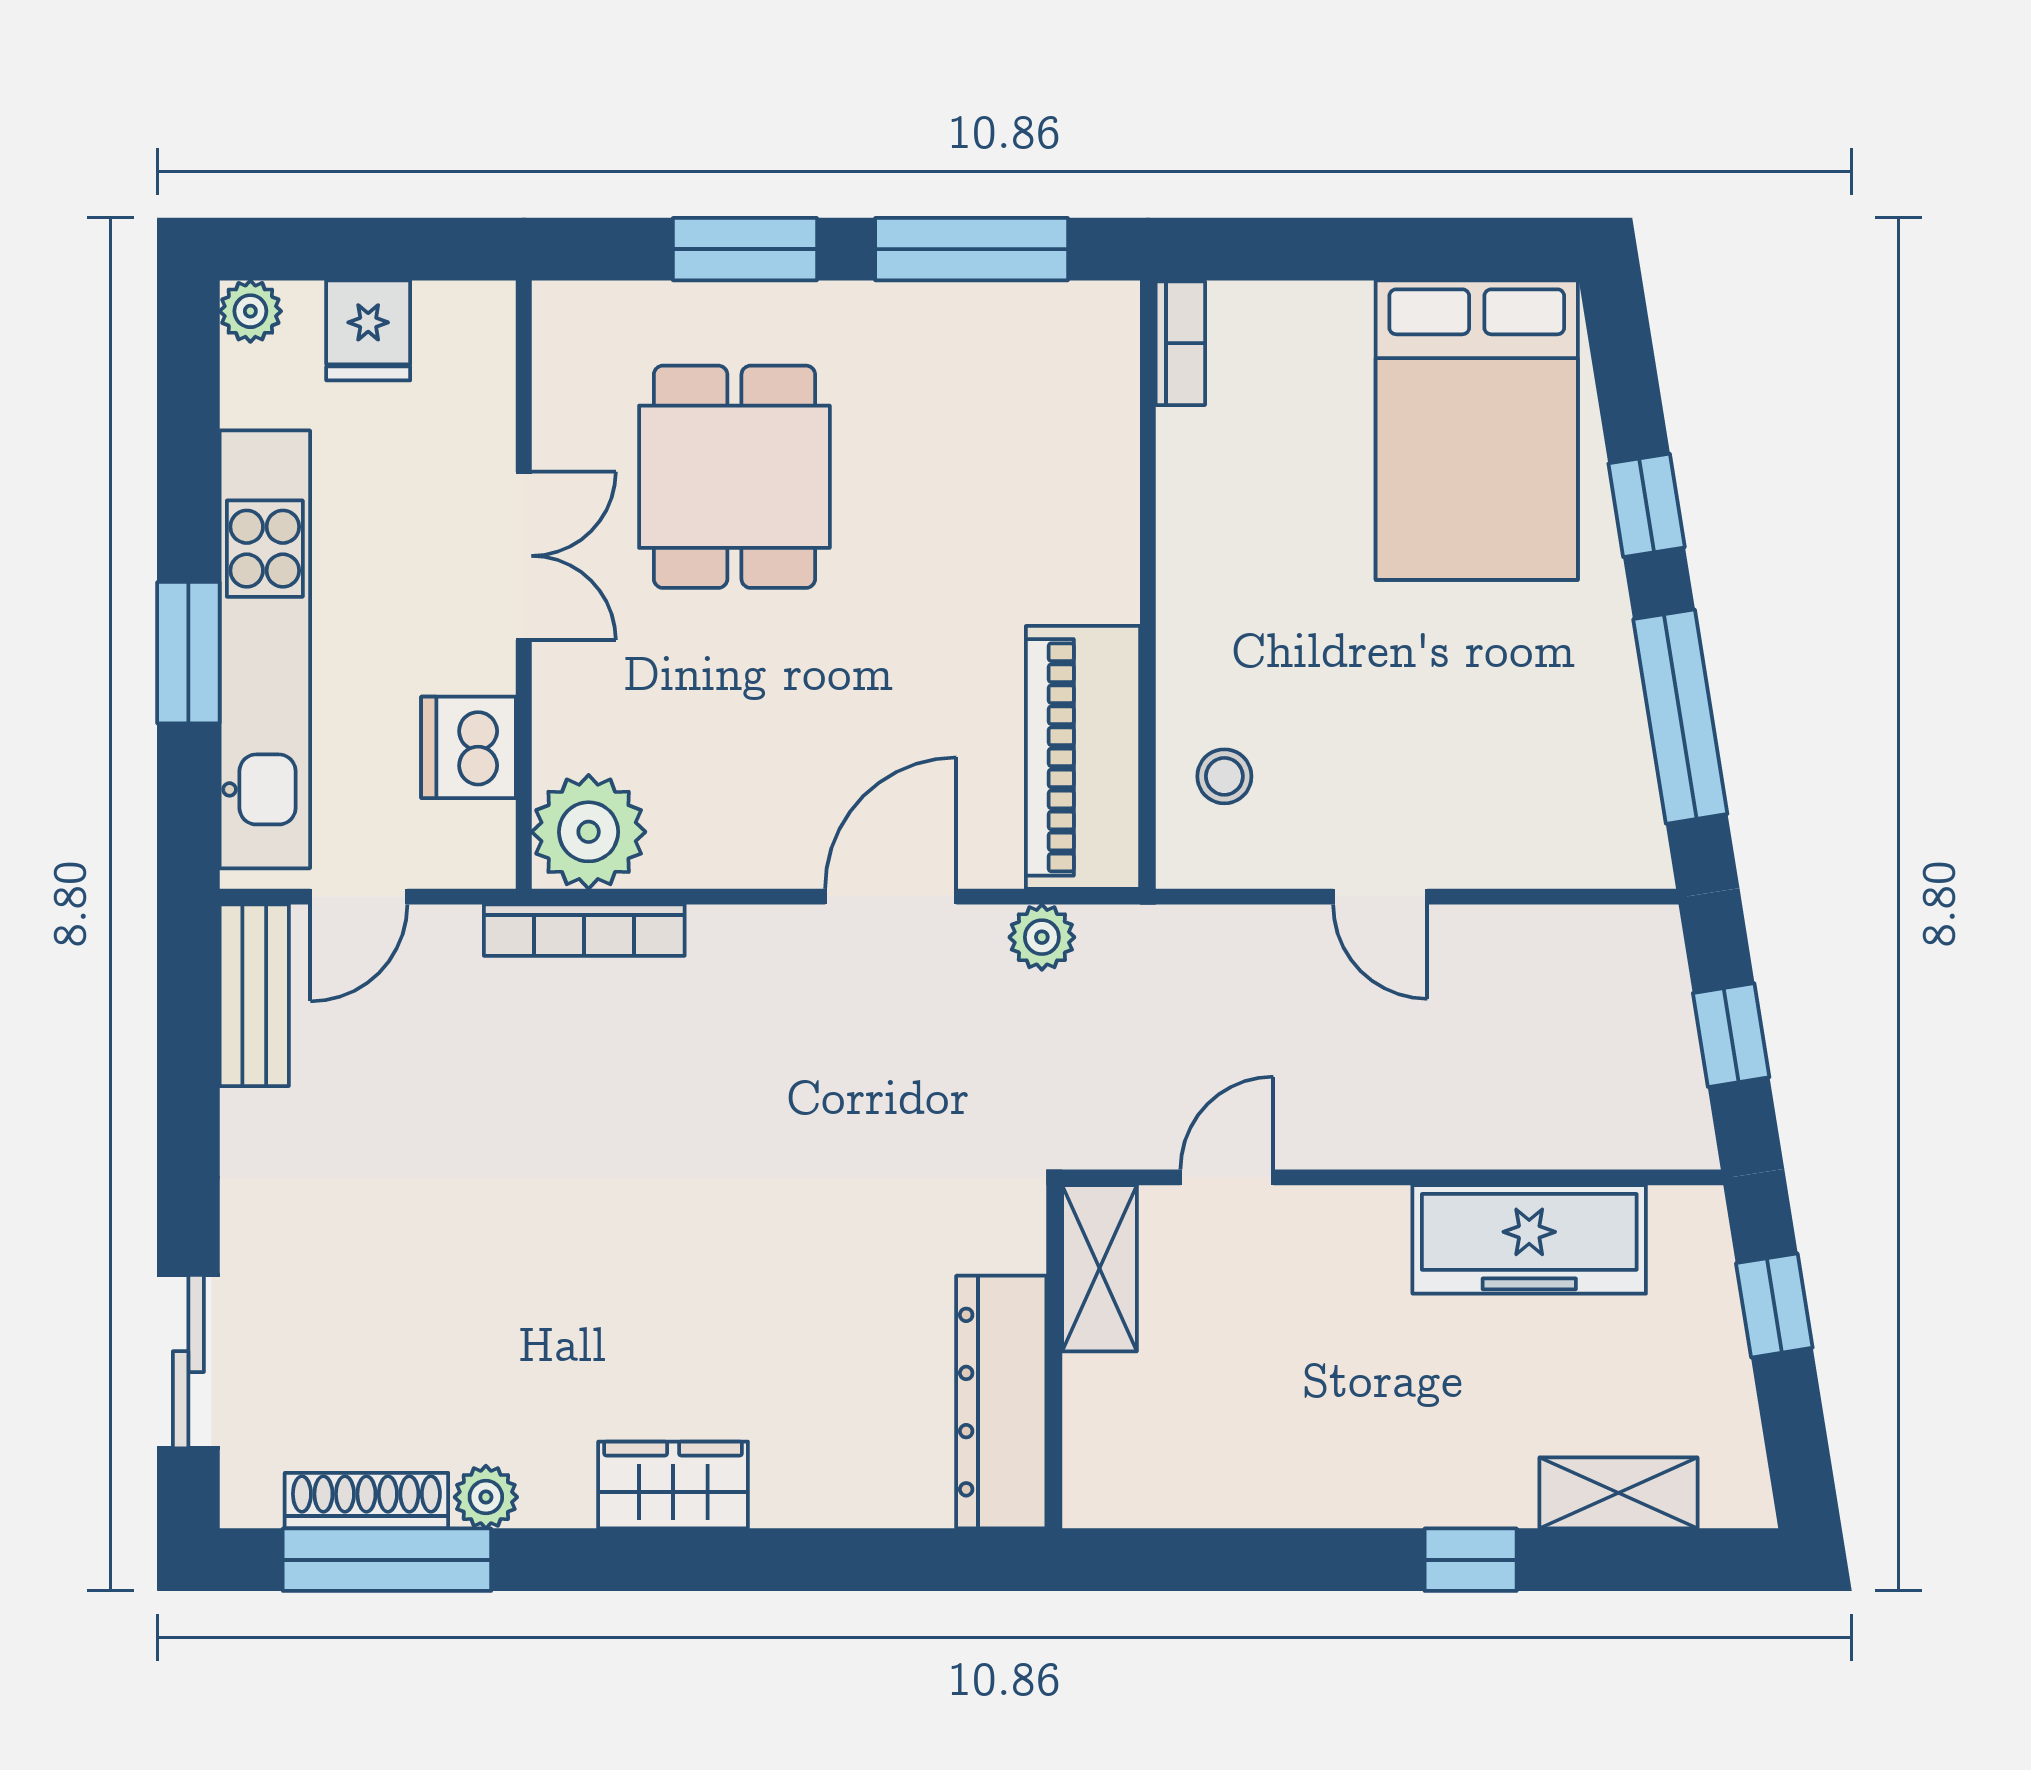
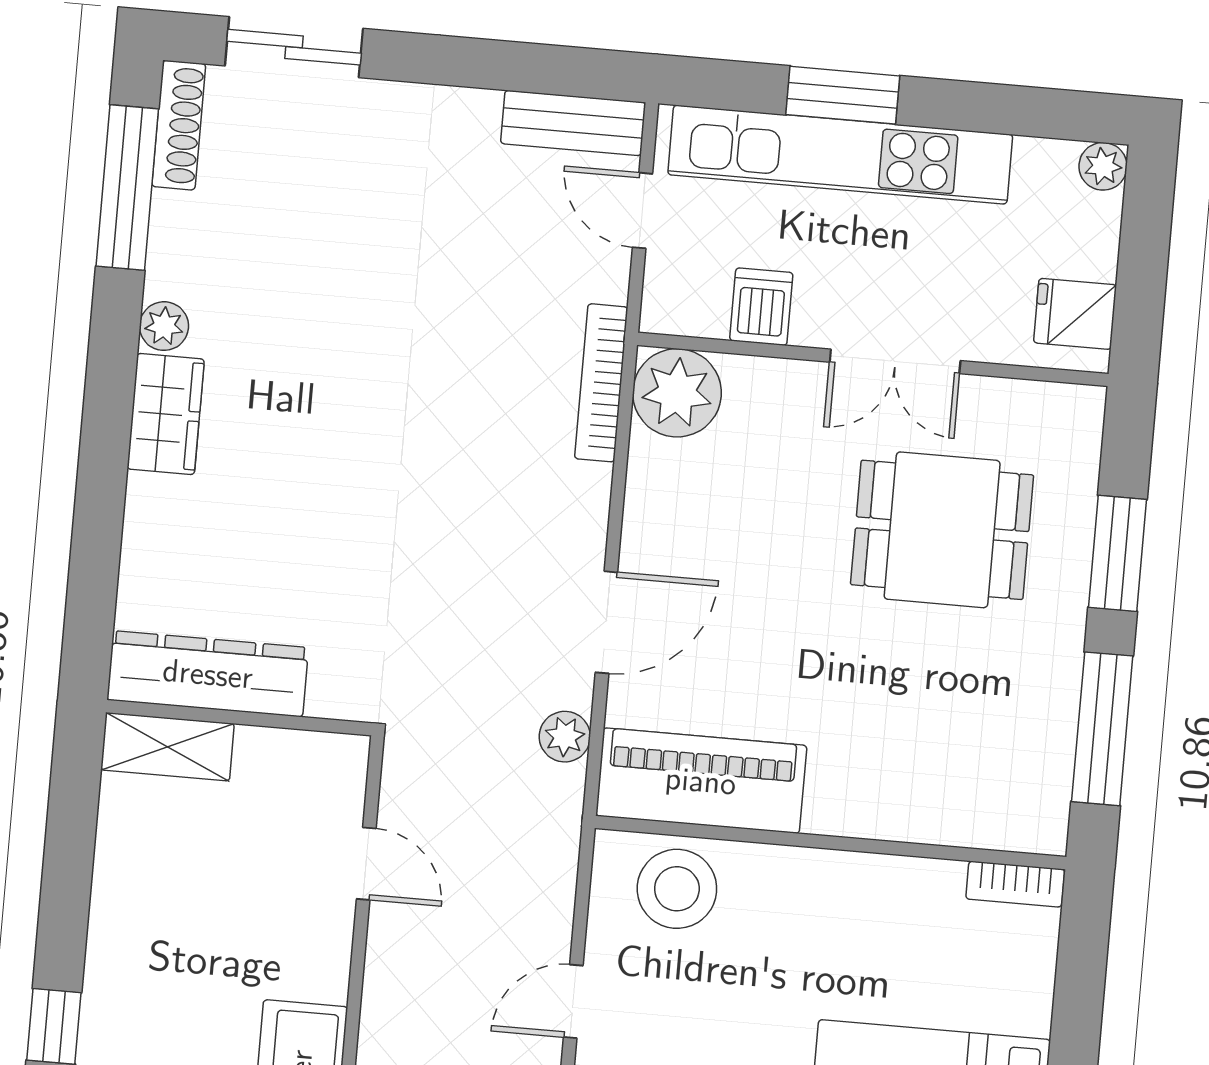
fridge: (368, 330) -> (1075, 314), moved
dishwasher: (469, 747) -> (761, 307), width x0.73
stool: (1224, 776) -> (677, 889), width x1.89, depth x1.89
door: (891, 897) -> (606, 622), hinge flipped
shelving: (1099, 1268) -> (167, 747), moved
plant: (486, 1497) -> (164, 326), moved
shoe rack: (366, 1501) -> (179, 125), moved

